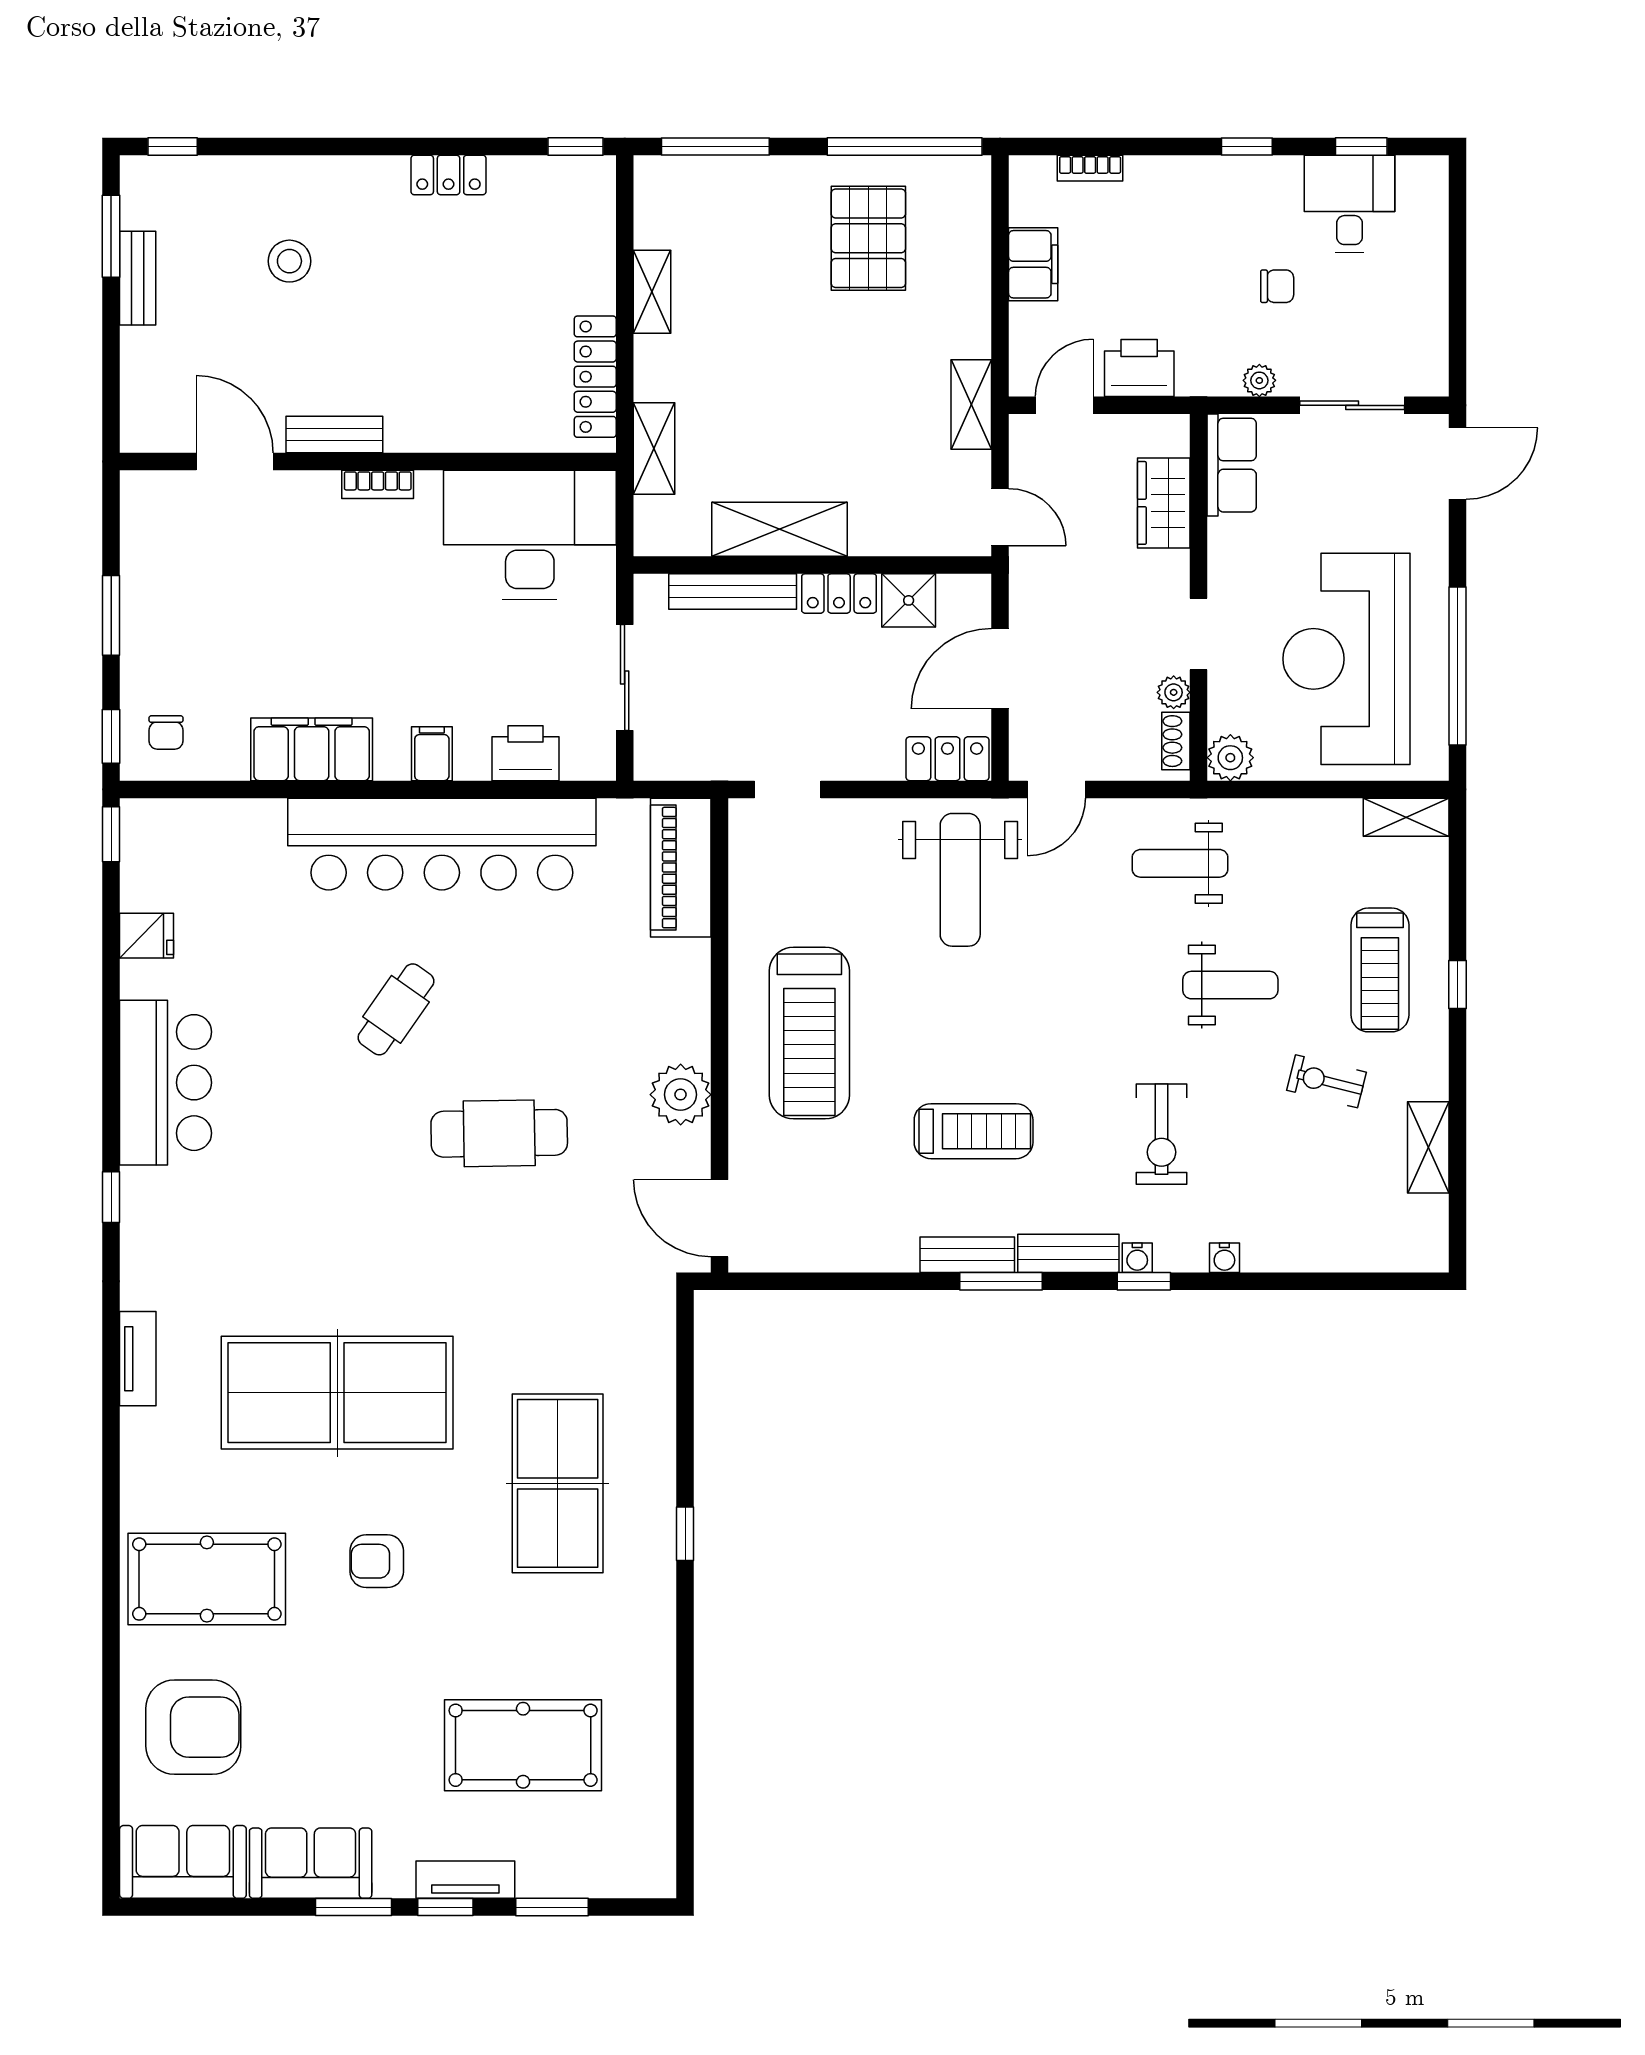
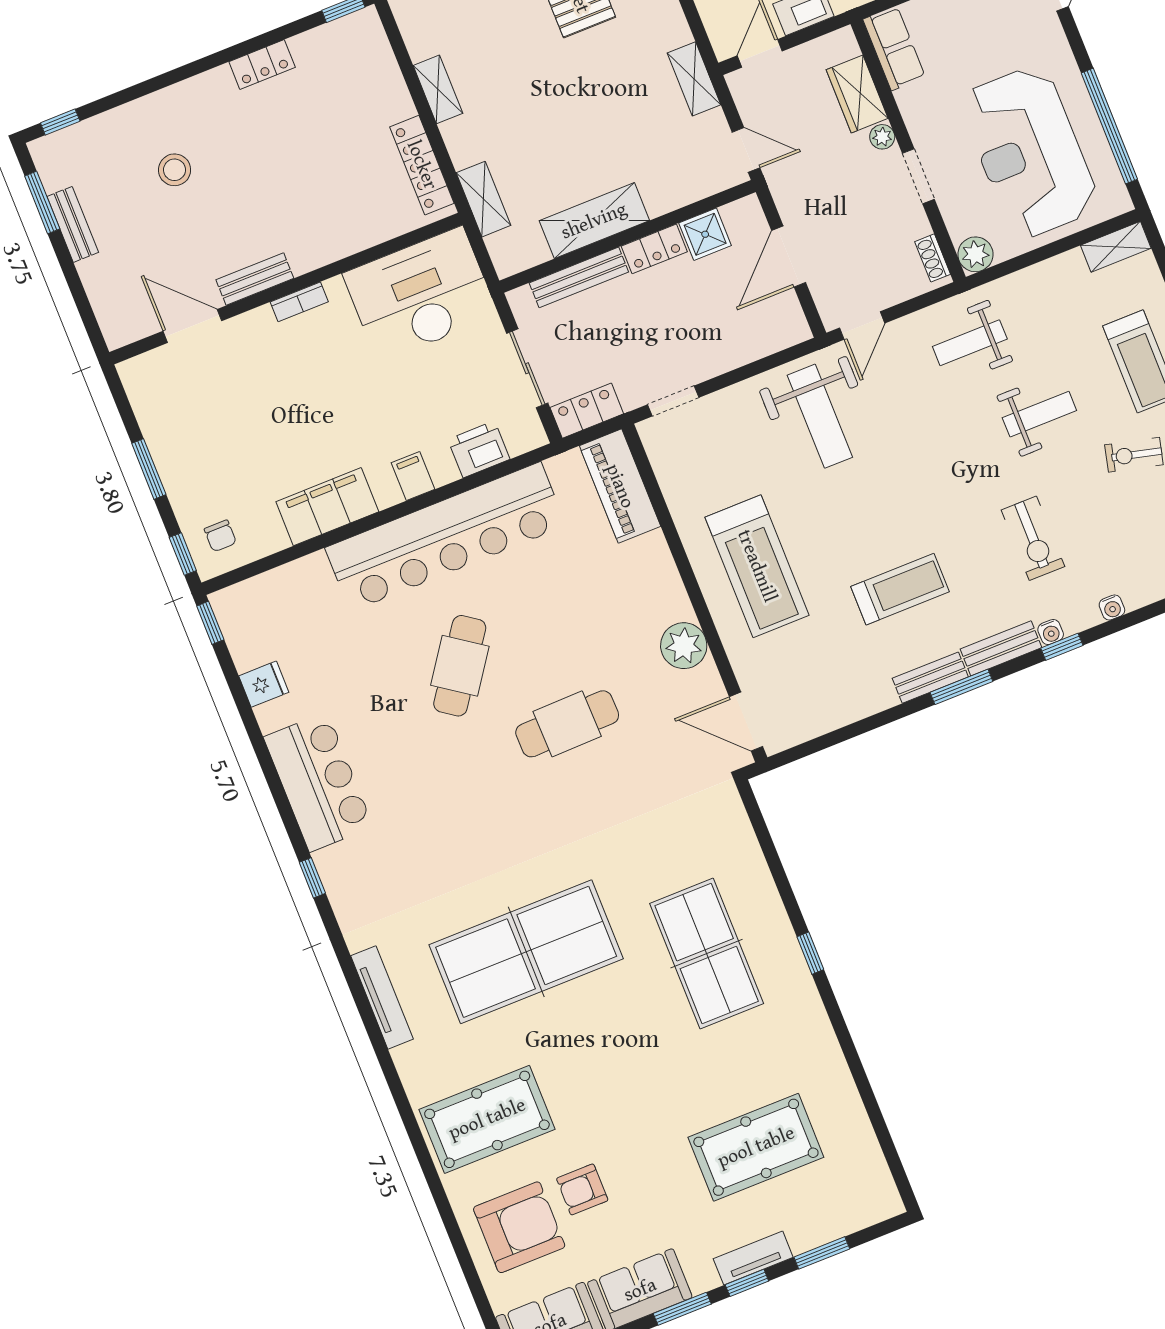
plant: (1174, 692) -> (882, 137), moved
locker: (947, 759) -> (587, 411), moved
cafe table: (396, 1009) -> (460, 666), width x1.37, depth x1.35
tv unit: (138, 1359) -> (382, 997), width x1.41
armchair: (377, 1561) -> (582, 1189), moved

